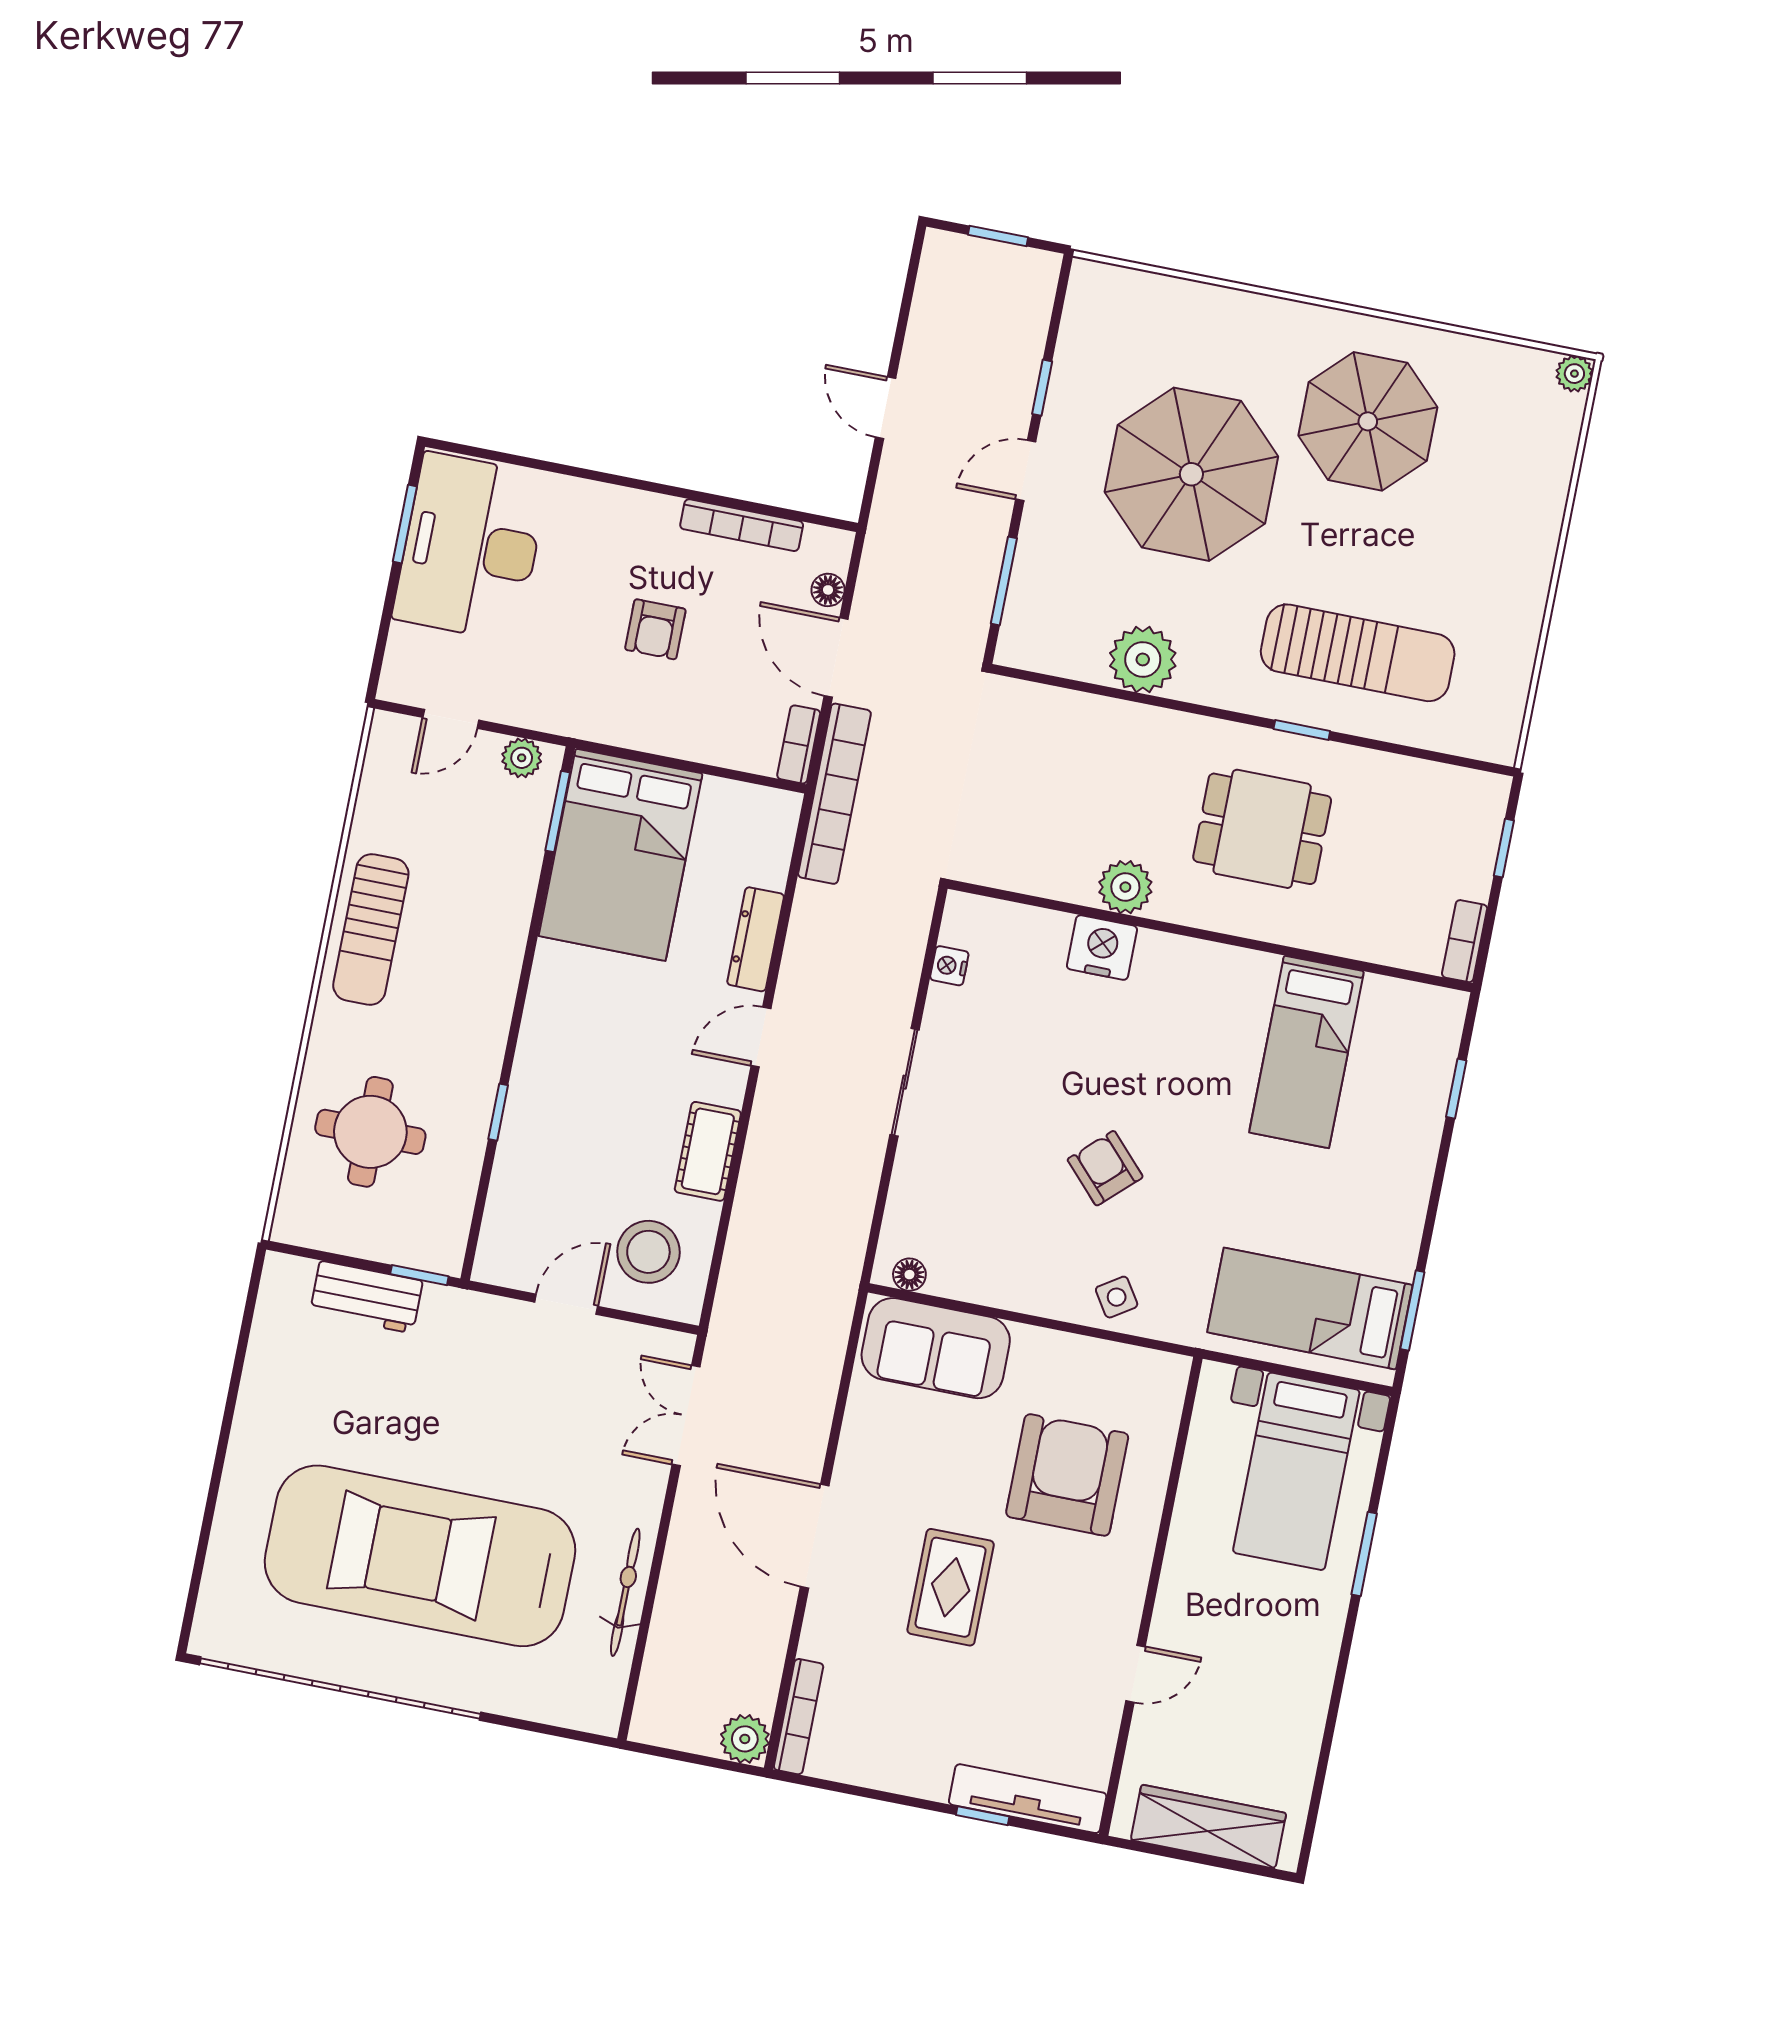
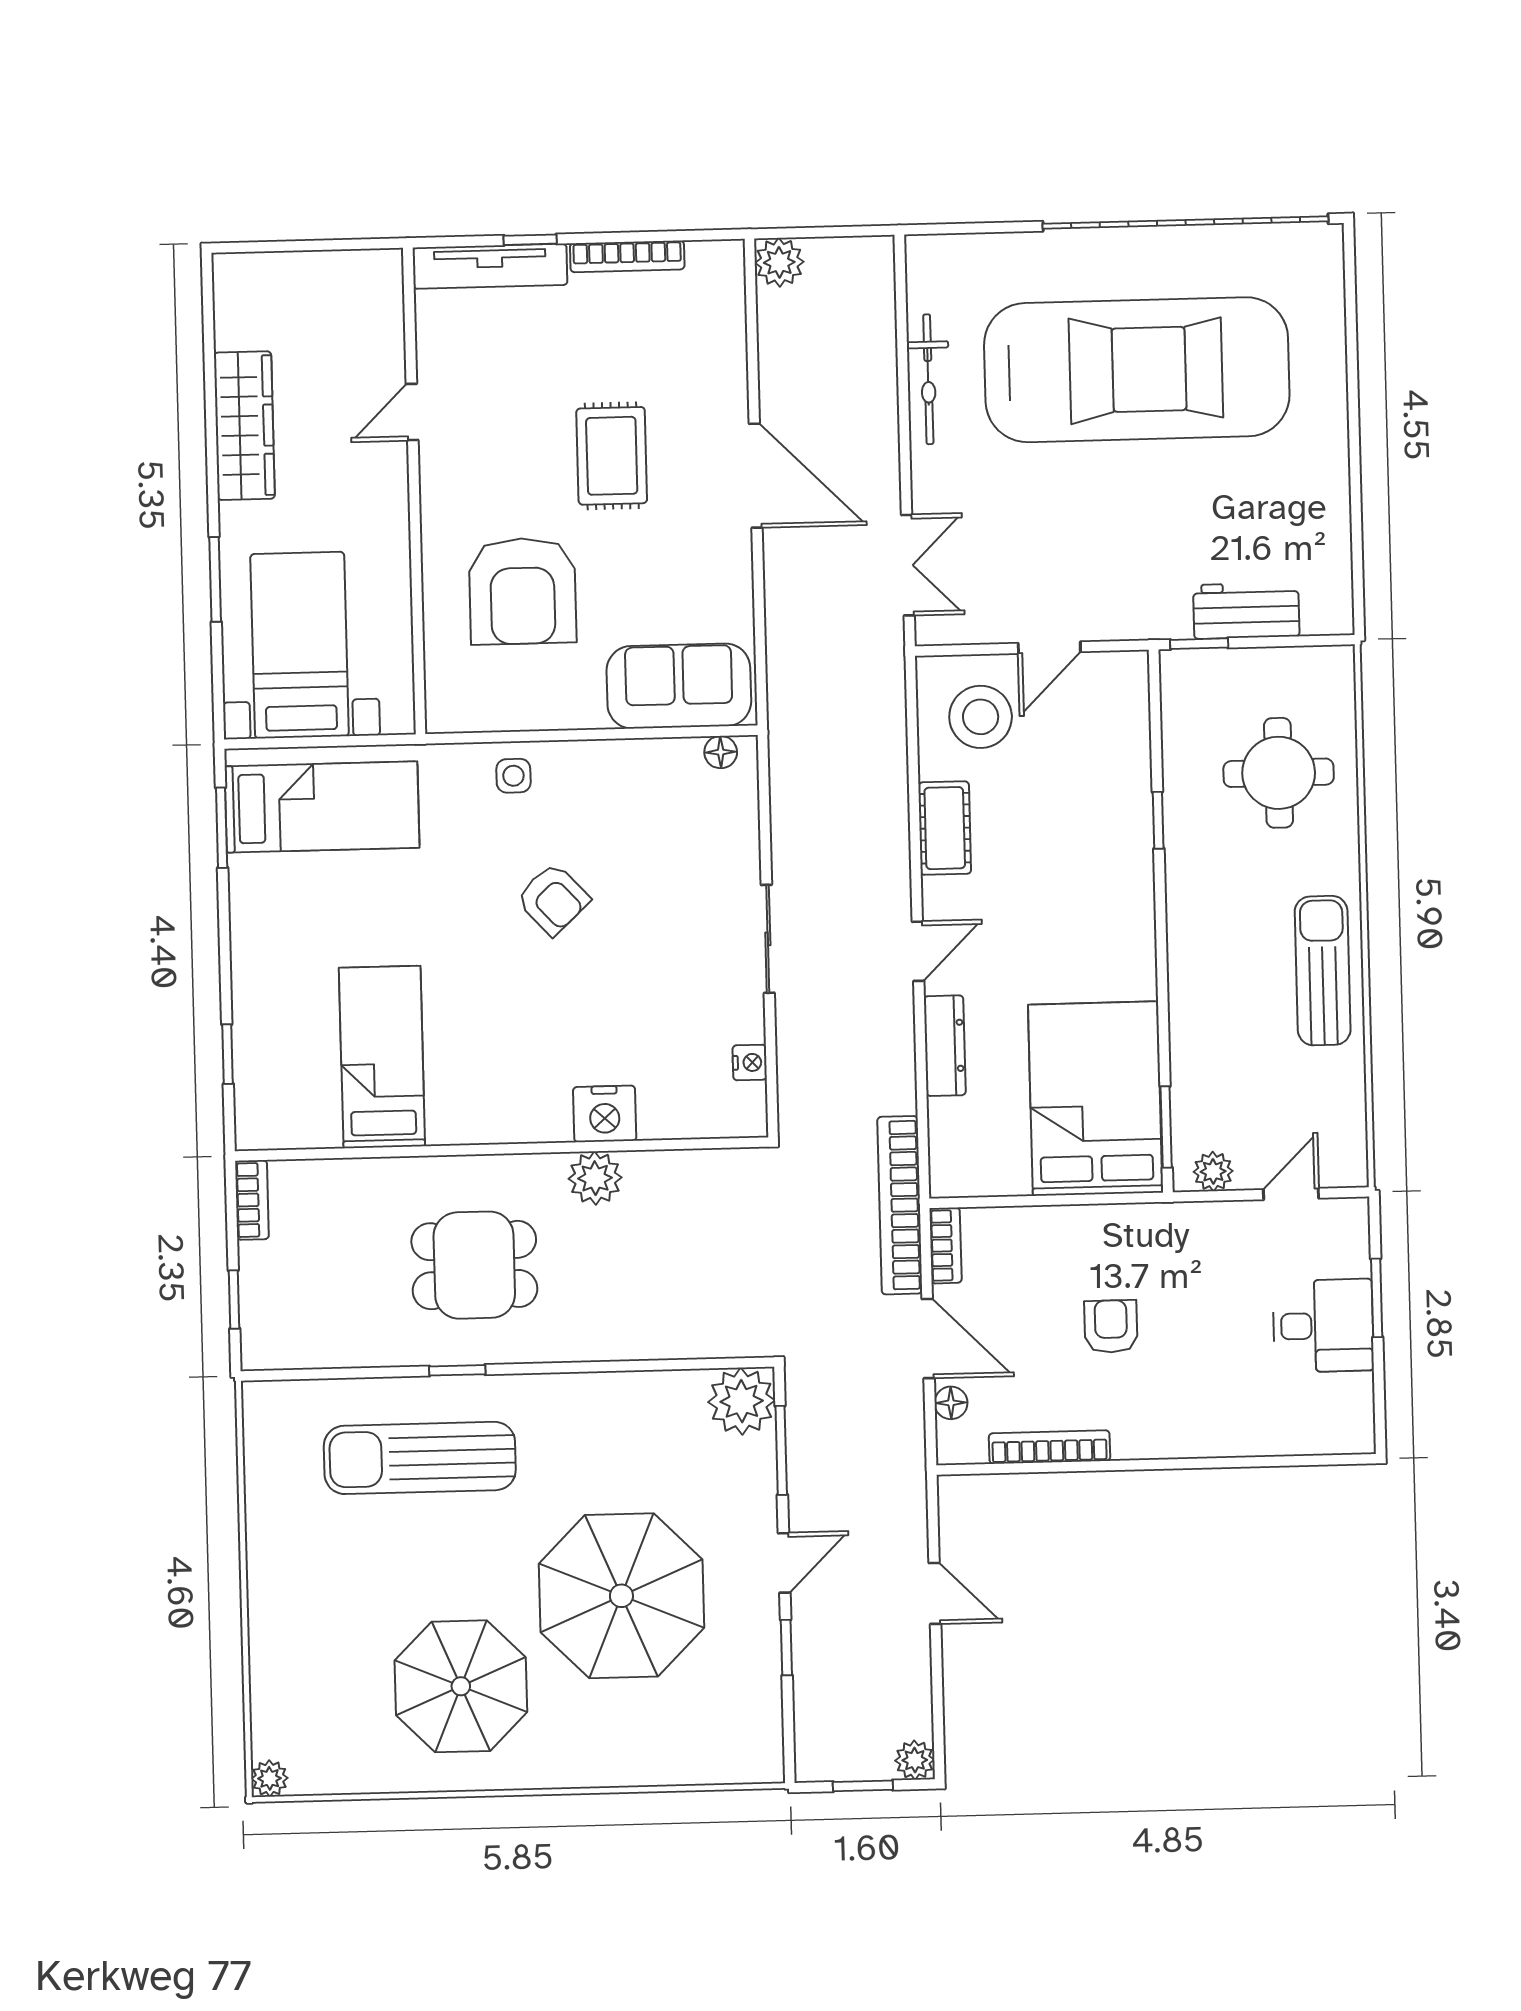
plant: (942, 250) -> (915, 1760), added
window: (405, 524) -> (1377, 1298), moved
desk: (471, 547) -> (1323, 1326), width x0.53, depth x0.77
plant: (1143, 659) -> (742, 1401), moved
side table: (1117, 1297) -> (513, 776), turned 33
bookcase: (799, 1717) -> (627, 256), moved, turned -90
wardrobe: (1208, 1827) -> (244, 426), moved, turned -90

